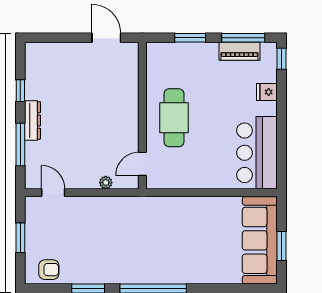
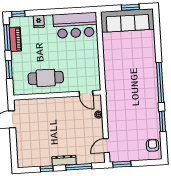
cafe table: (174, 118) -> (46, 78), moved
window: (20, 238) -> (122, 164), moved

